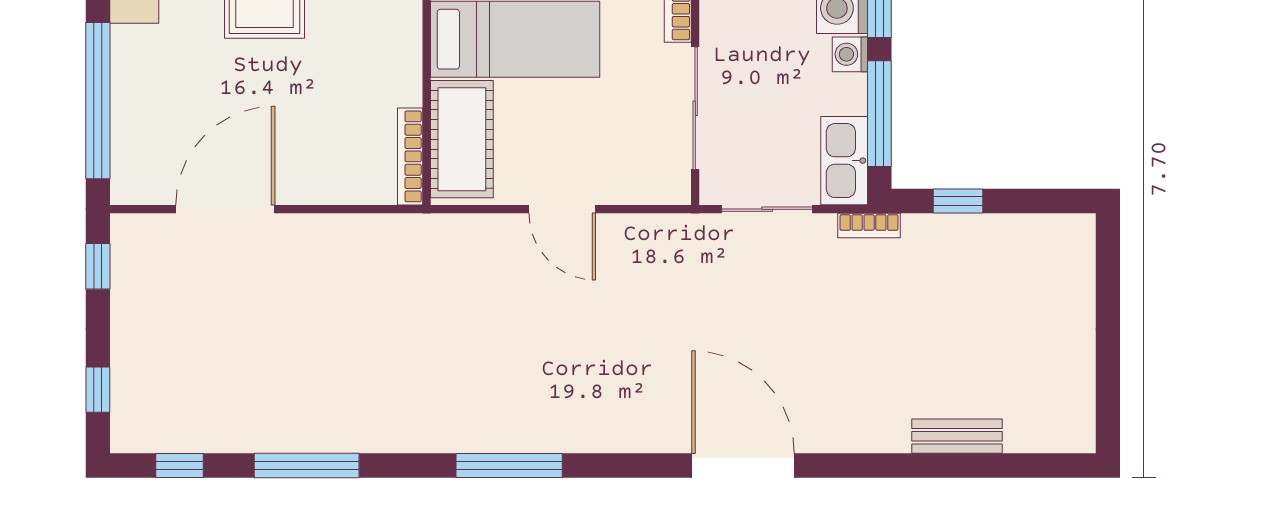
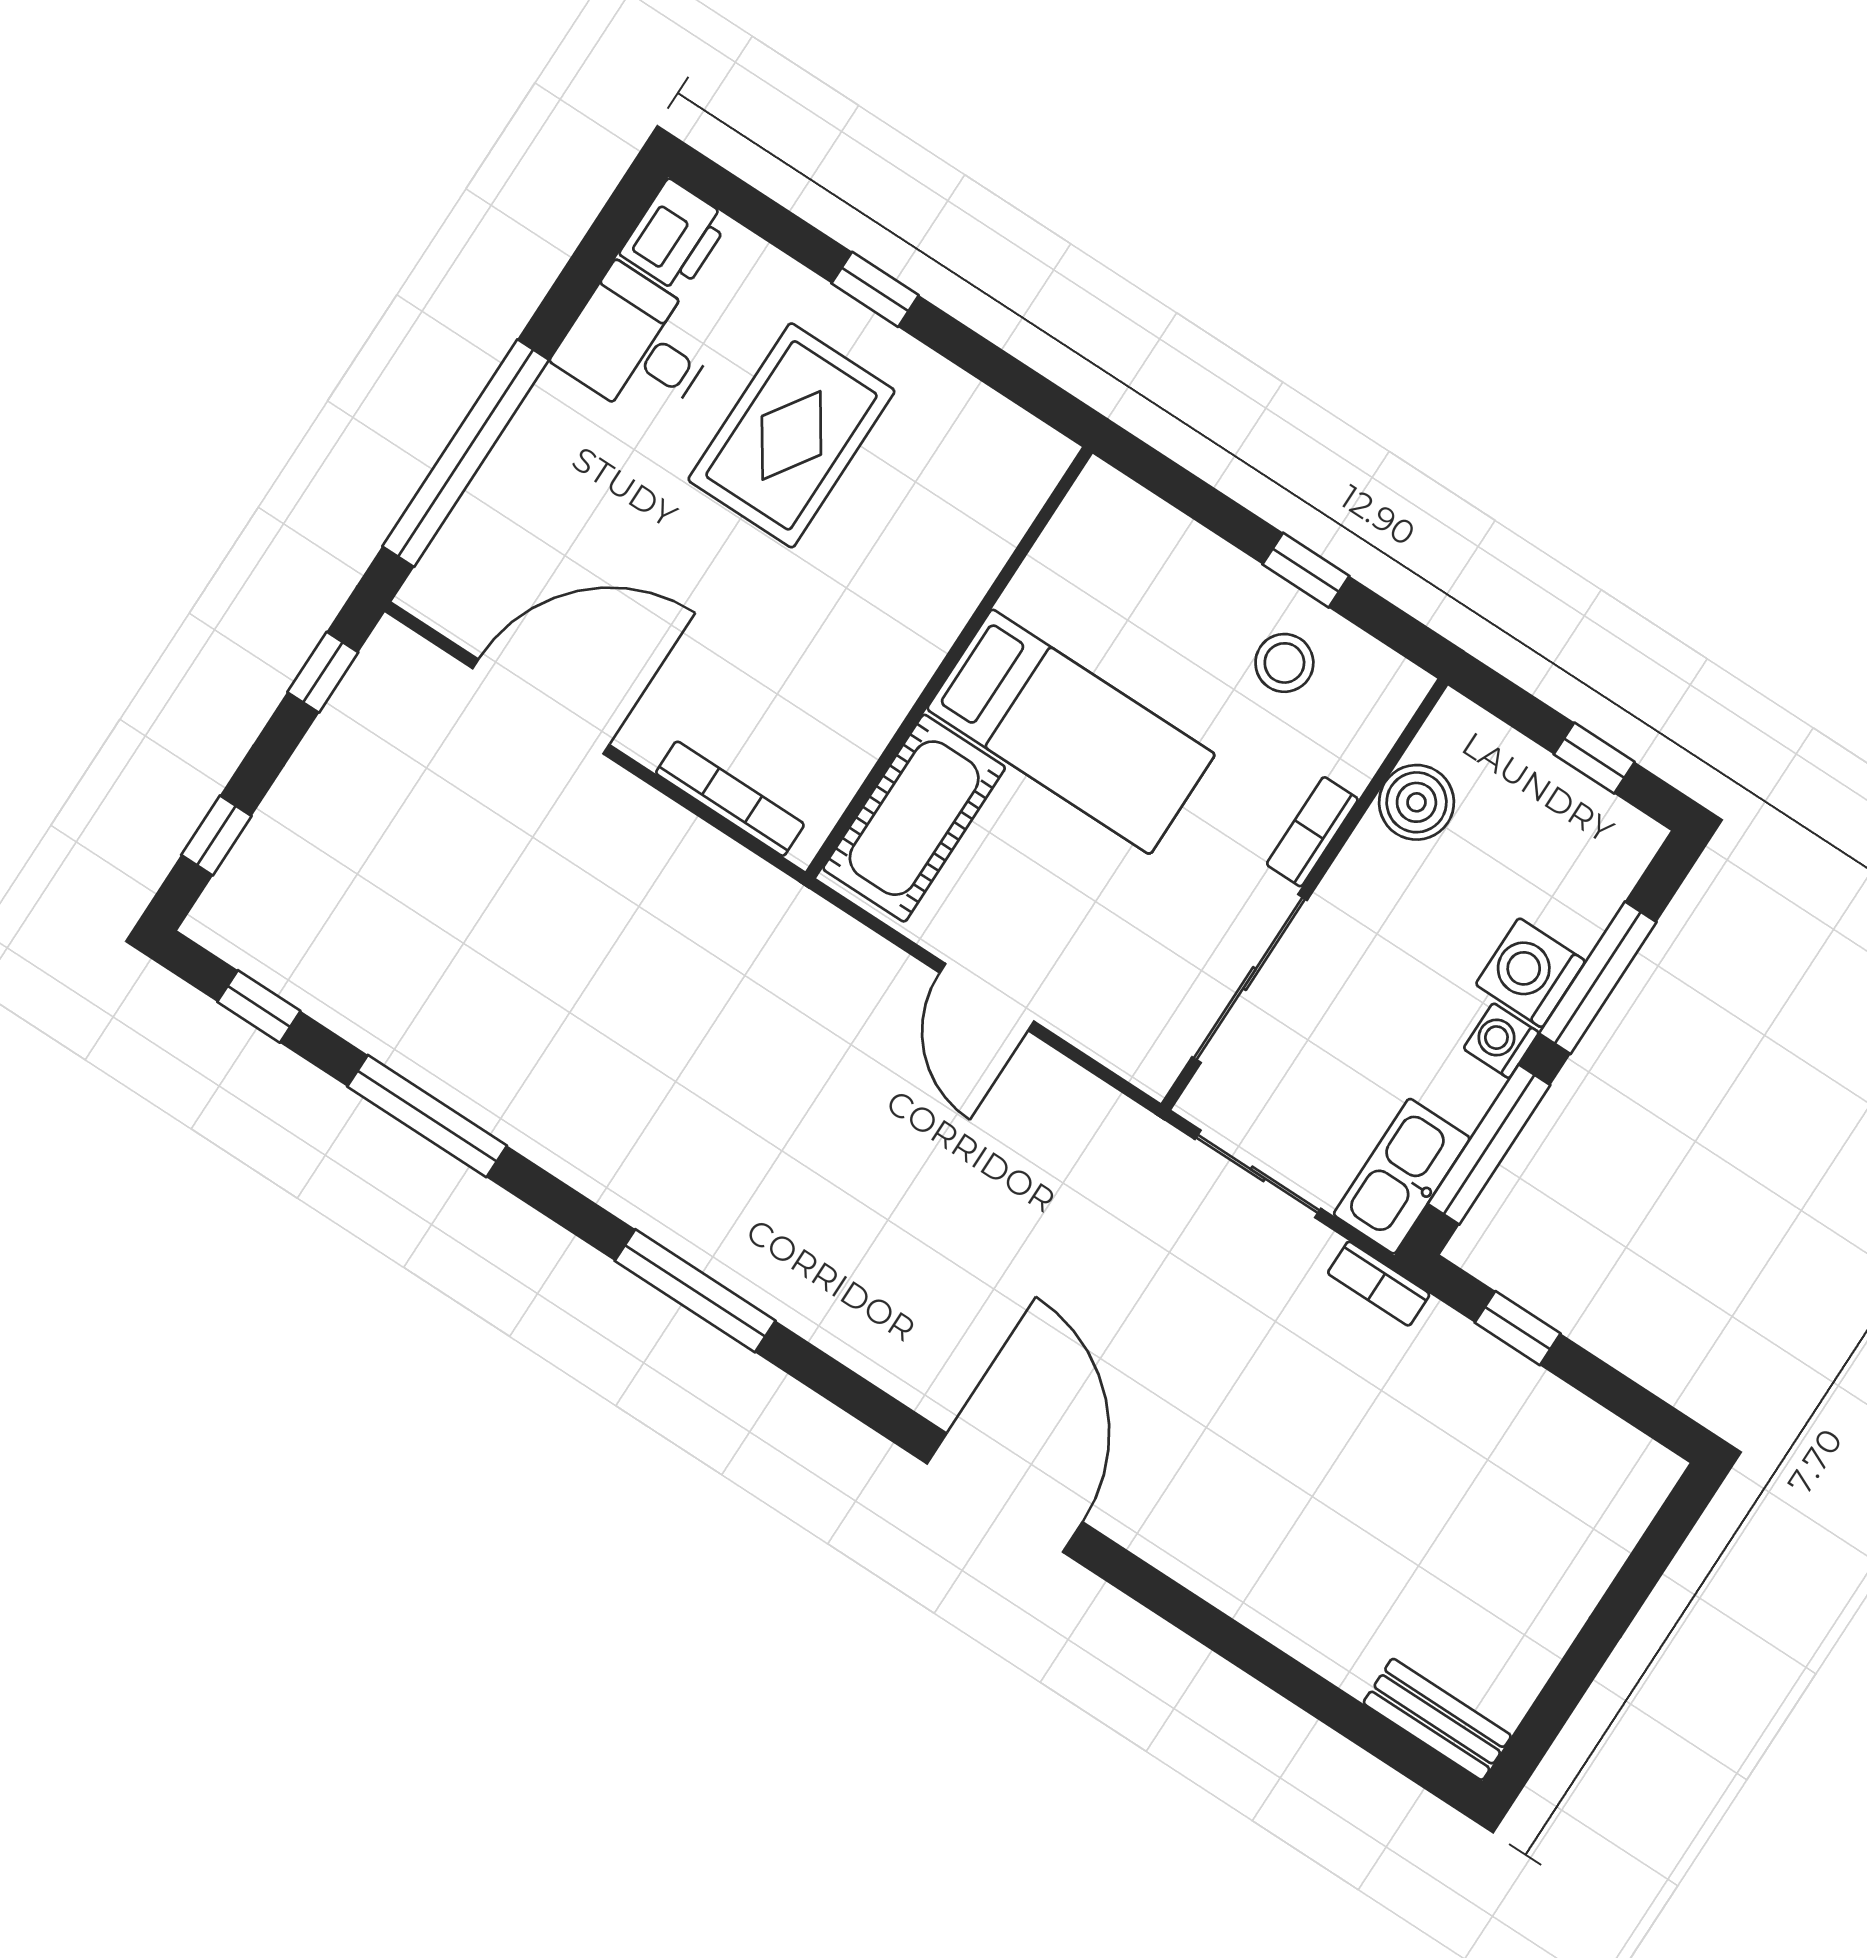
bookcase: (410, 156) -> (730, 799), moved, turned 90
bench: (957, 436) -> (1437, 1719), moved

